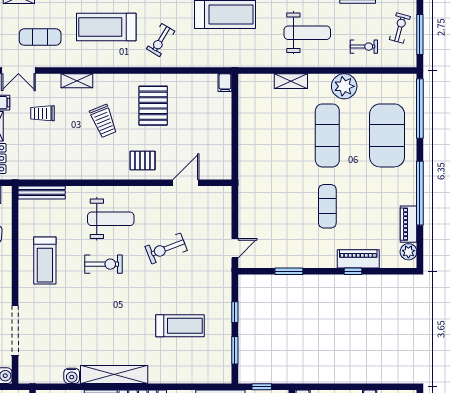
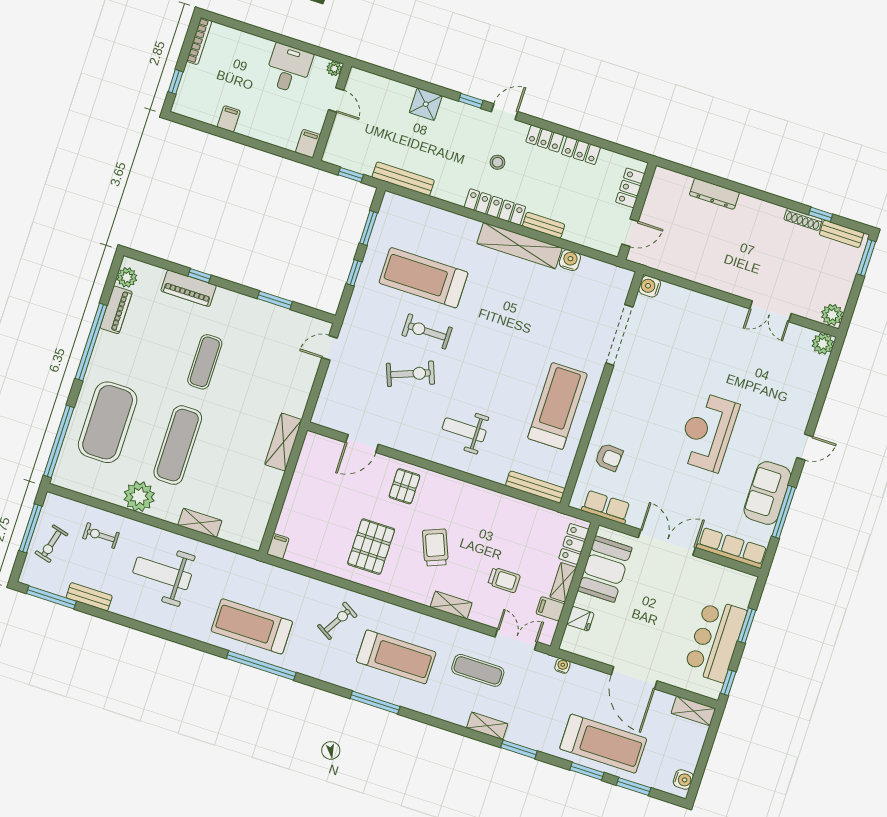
pallet: (143, 160) -> (404, 486), turned 90
shelving: (247, 164) -> (283, 442), added
weight bench: (111, 219) -> (464, 430), width x0.73, depth x0.75
treadmill: (45, 260) -> (557, 406), width x1.37, depth x1.38
exercise bike: (104, 264) -> (427, 331), moved
treadmill: (180, 326) -> (424, 278), width x1.37, depth x1.38

